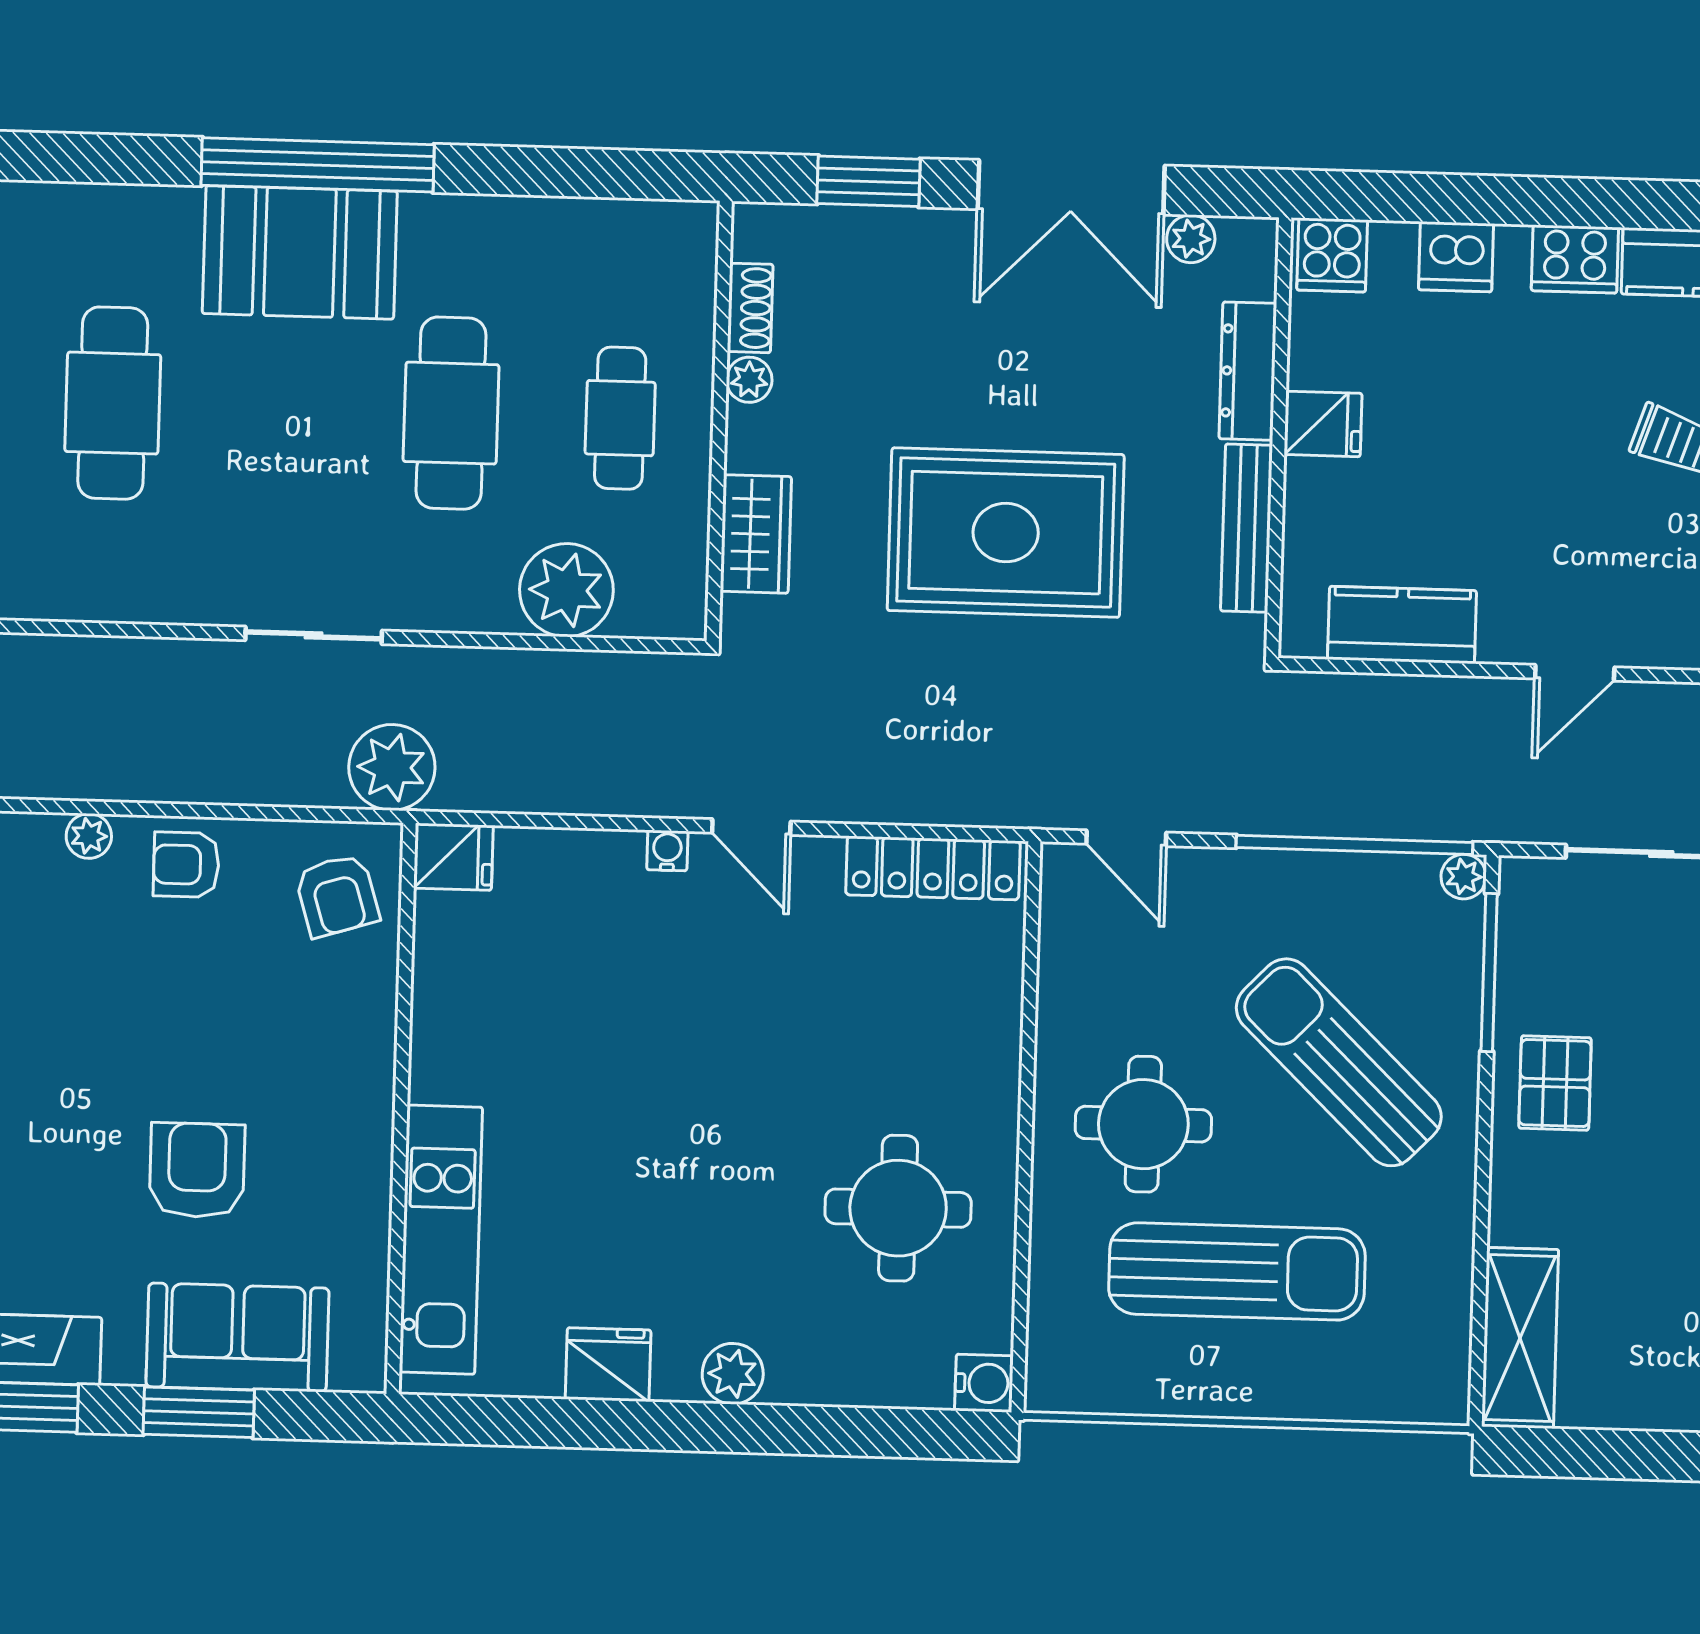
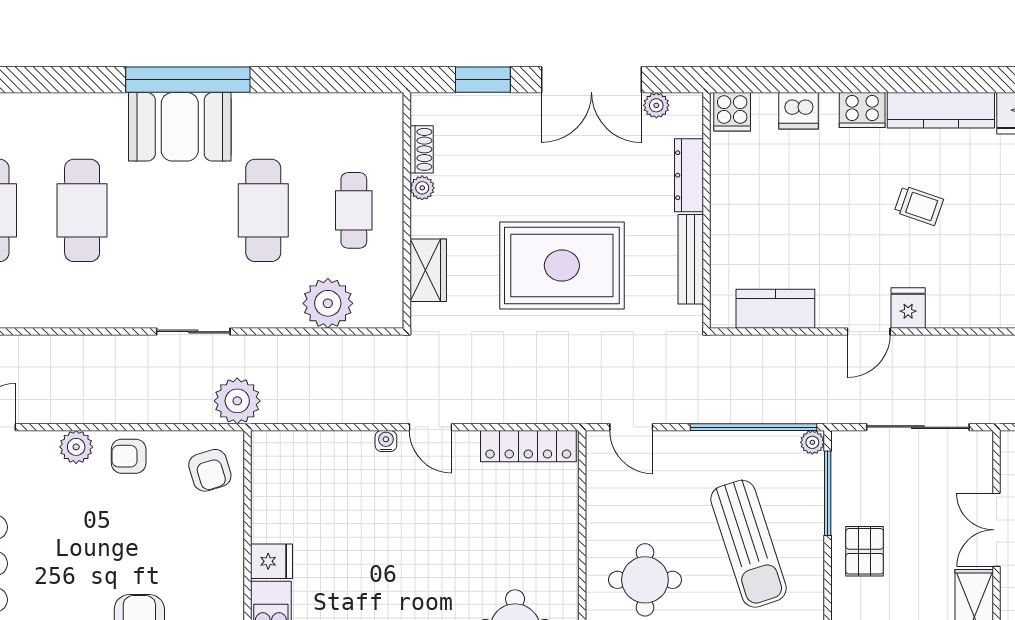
fridge: (1323, 424) -> (908, 308), moved, turned -90
plant: (89, 836) -> (76, 447), width x1.38, depth x1.38
fridge: (453, 857) -> (272, 561), moved
sun lounger: (1339, 1062) -> (749, 544), turned -152

